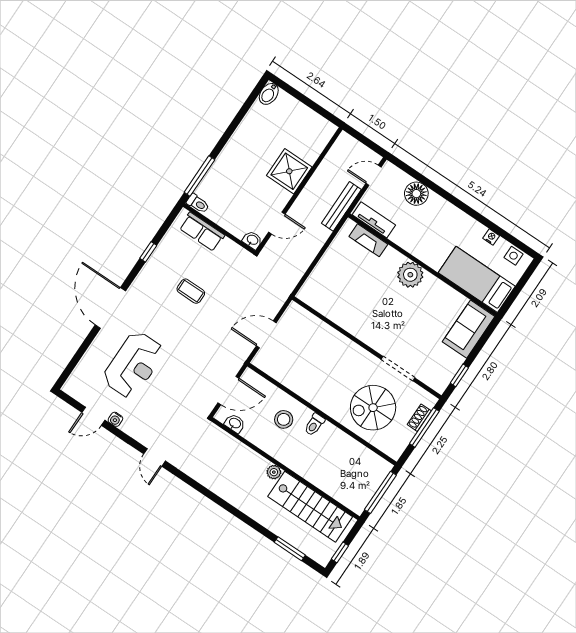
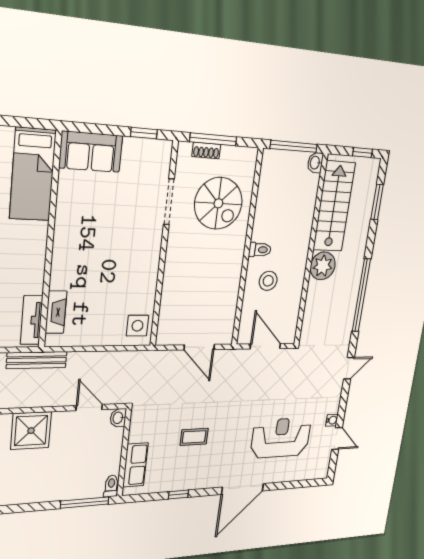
plant: (410, 275) -> (67, 248), removed
coffee table: (191, 291) -> (194, 437), turned 90
side table: (317, 295) -> (137, 326), added
washbasin: (235, 423) -> (315, 163), moved
plant: (274, 472) -> (323, 266), width x1.88, depth x1.88
window: (215, 498) -> (361, 295), added

